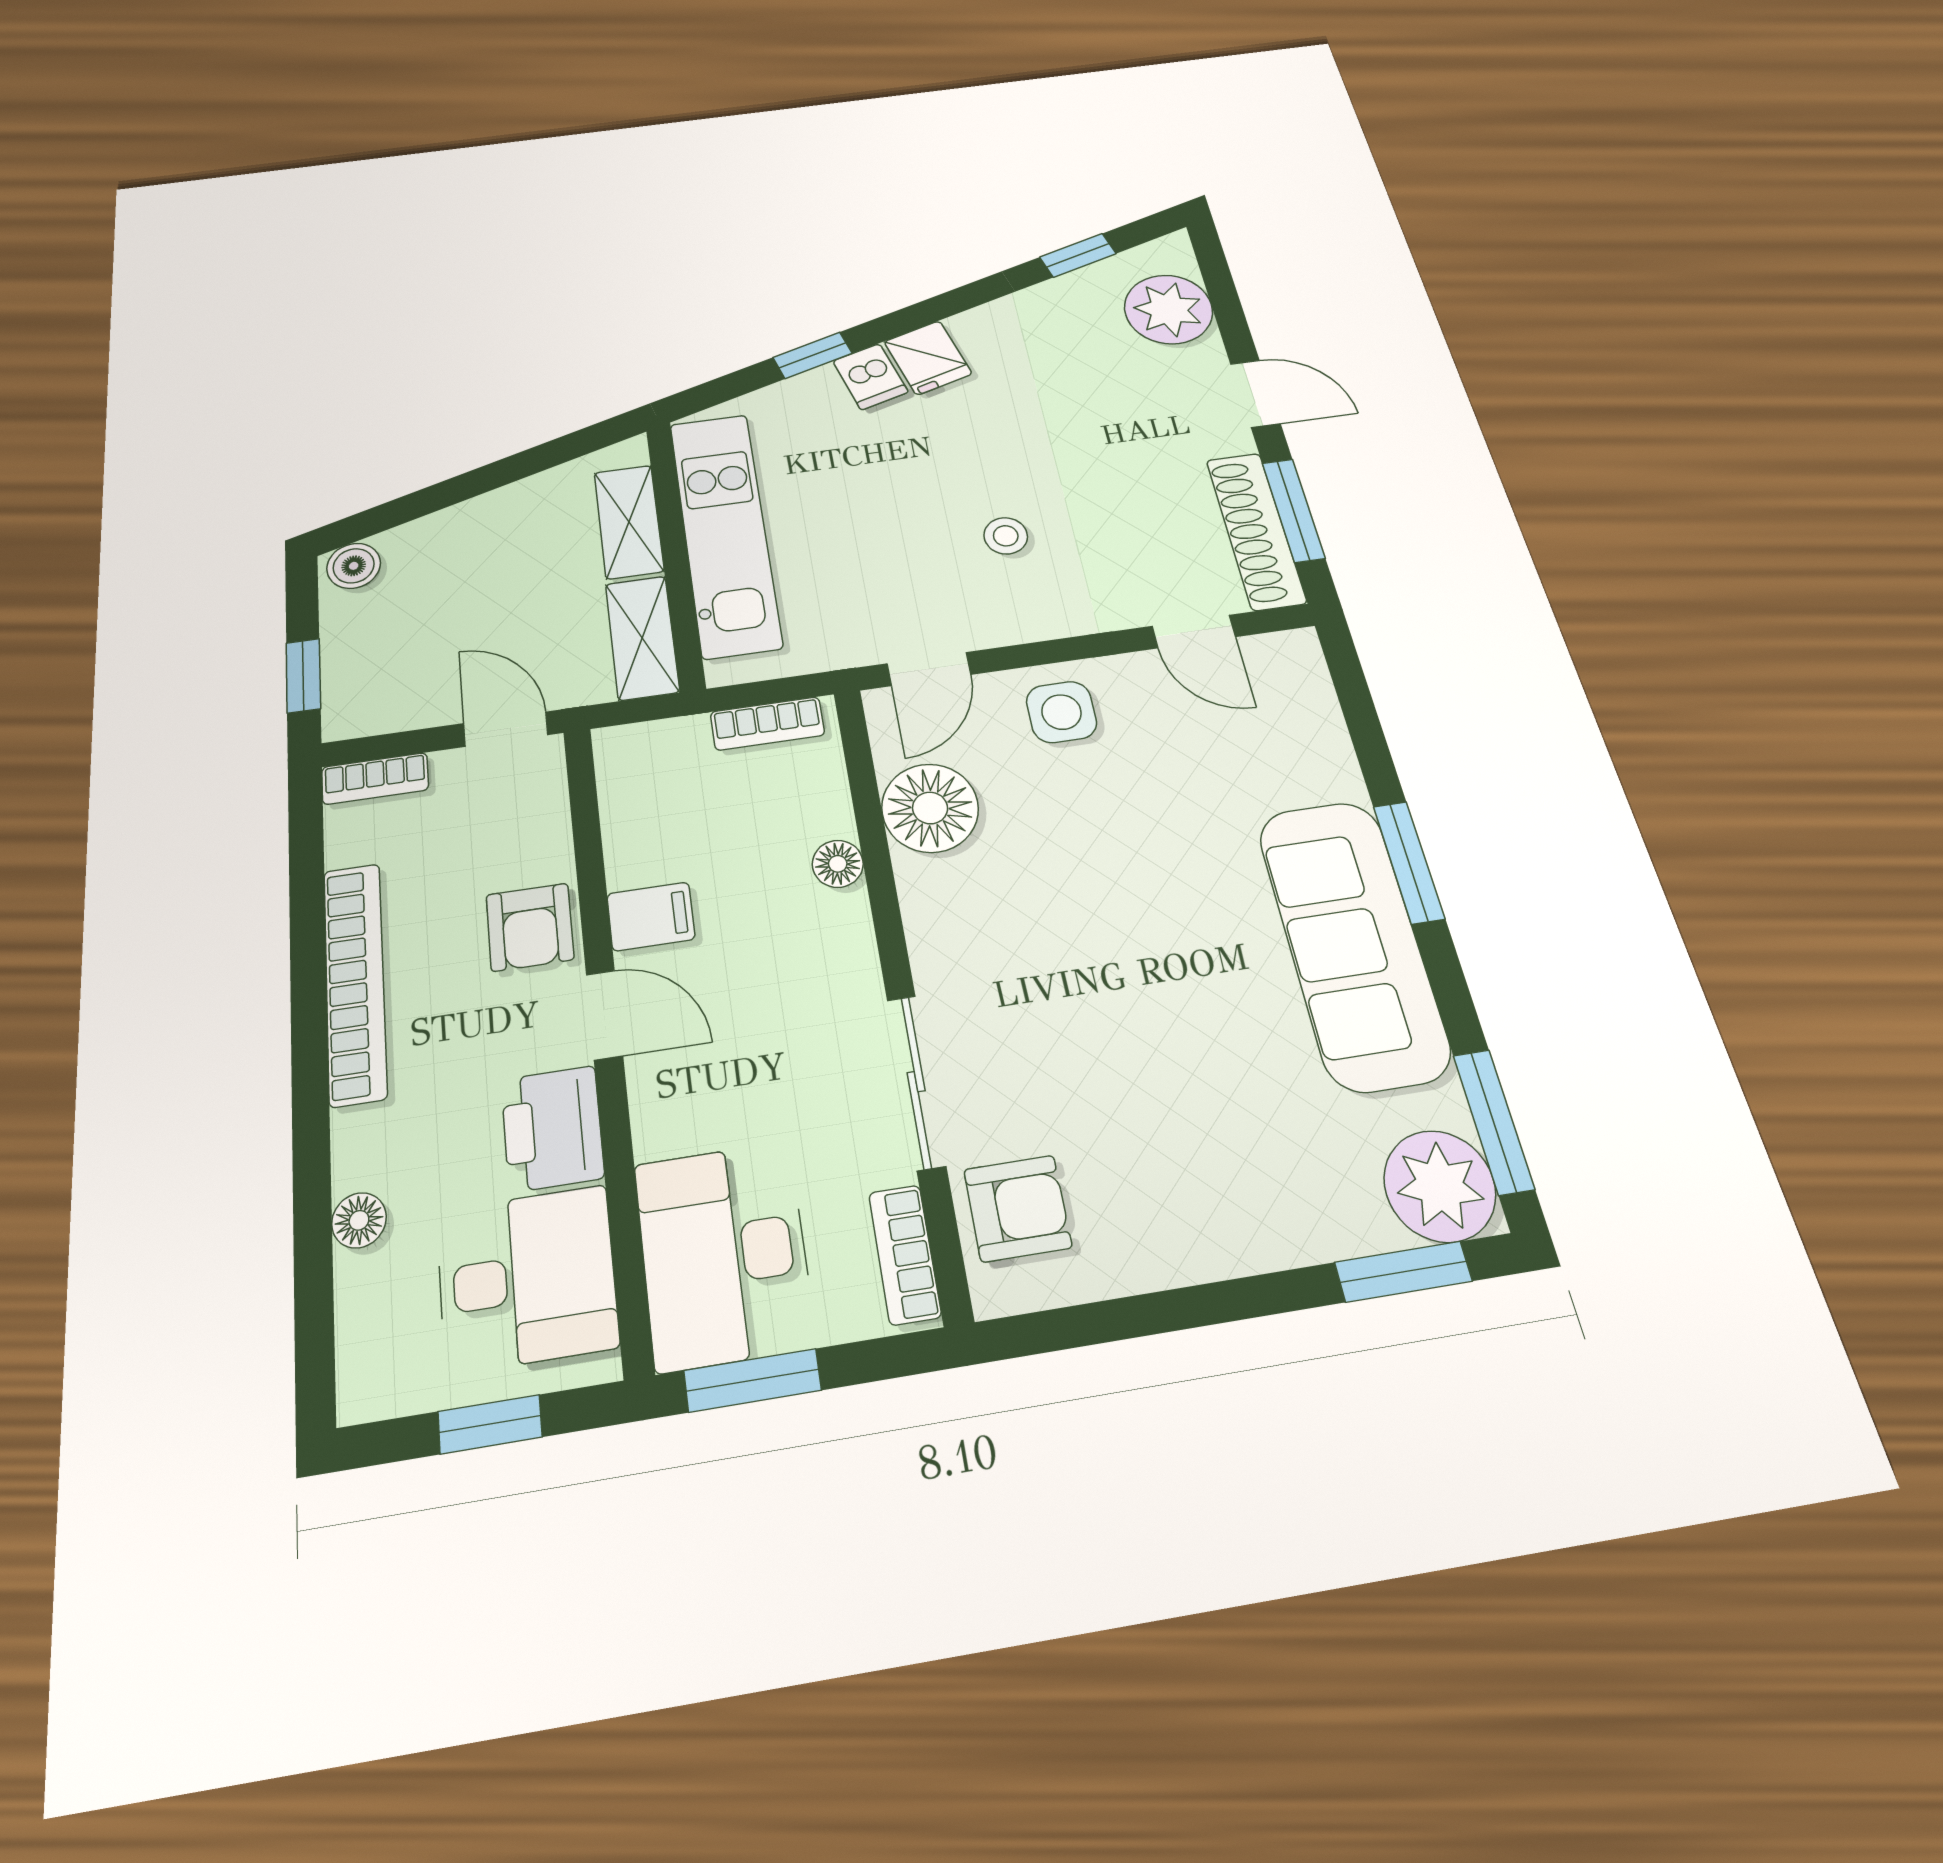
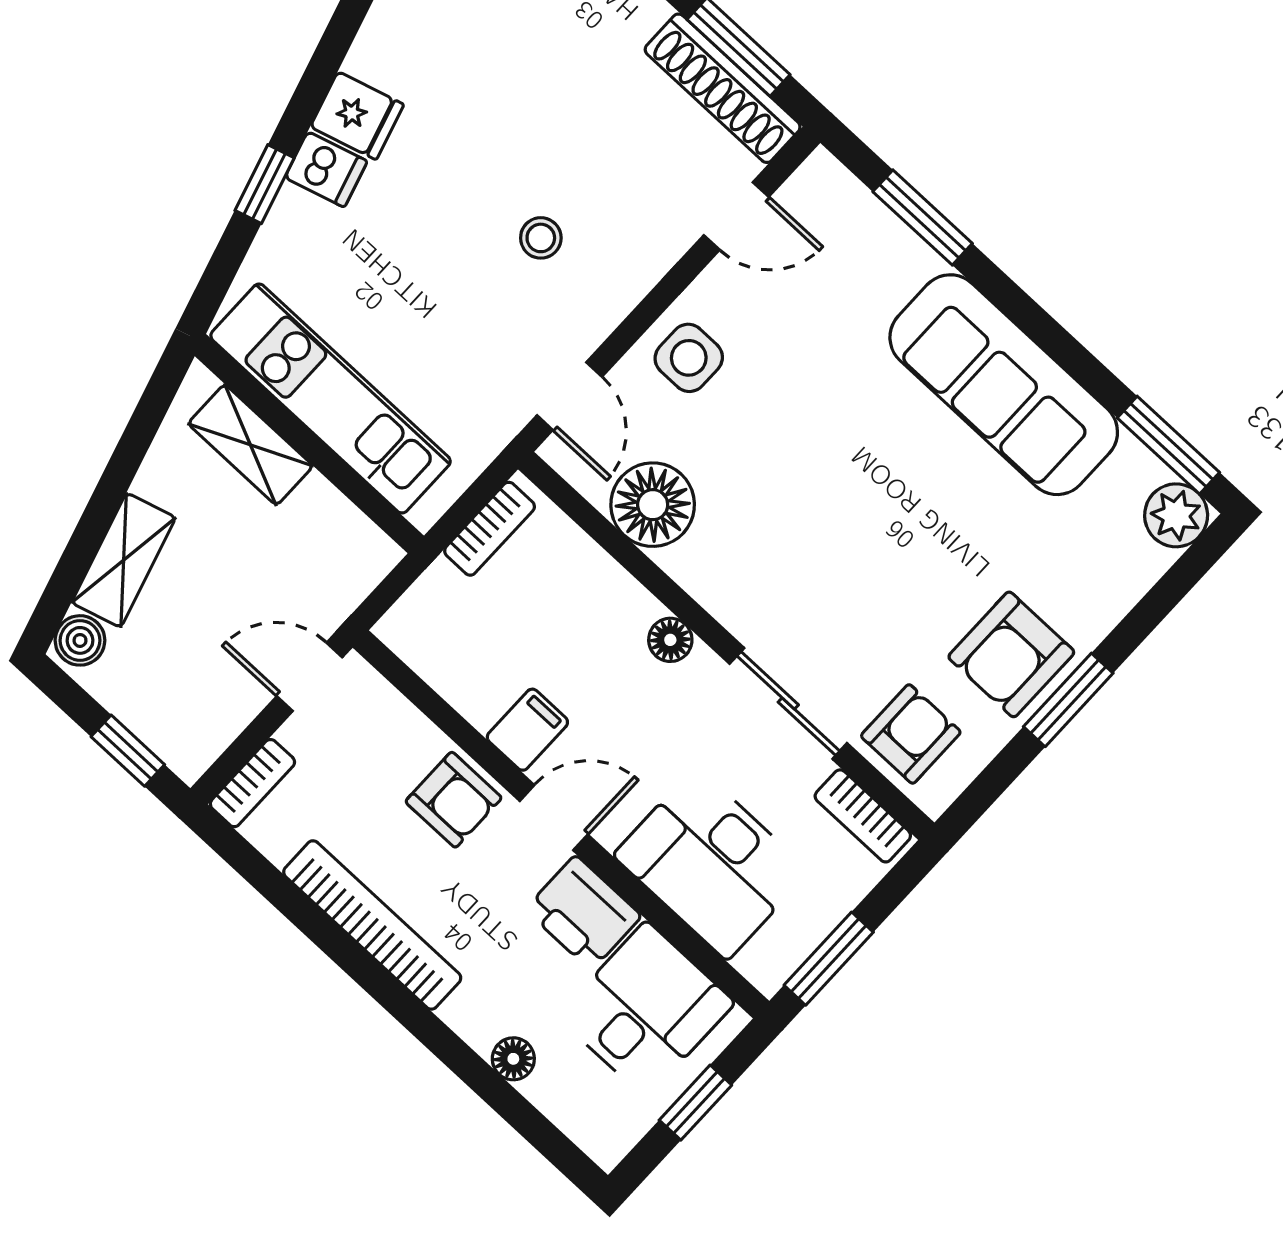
shelving: (642, 638) -> (124, 560), moved, turned 74
window: (1409, 862) -> (923, 217), moved
floor lamp: (838, 864) -> (670, 640), moved
plant: (1440, 1186) -> (1176, 515), width x0.73, depth x0.73
armchair: (1182, 1208) -> (1011, 654), added
desk: (724, 1255) -> (711, 863), moved
window: (1403, 1272) -> (1068, 700), moved

